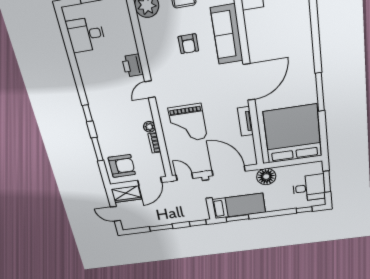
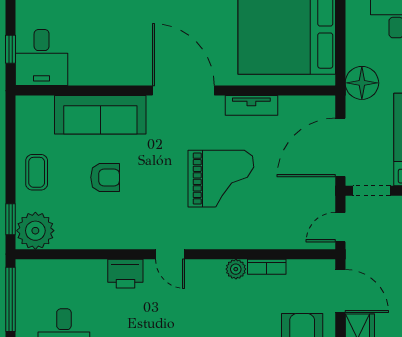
grand piano: (188, 123) -> (221, 179), moved

